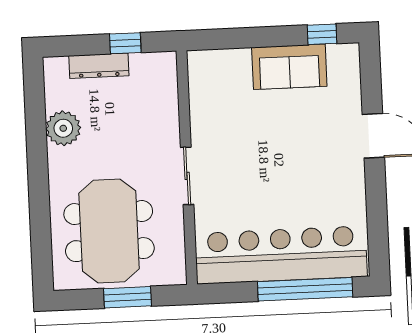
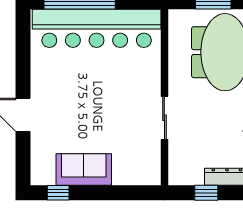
sliding door: (187, 176) -> (164, 118), moved

